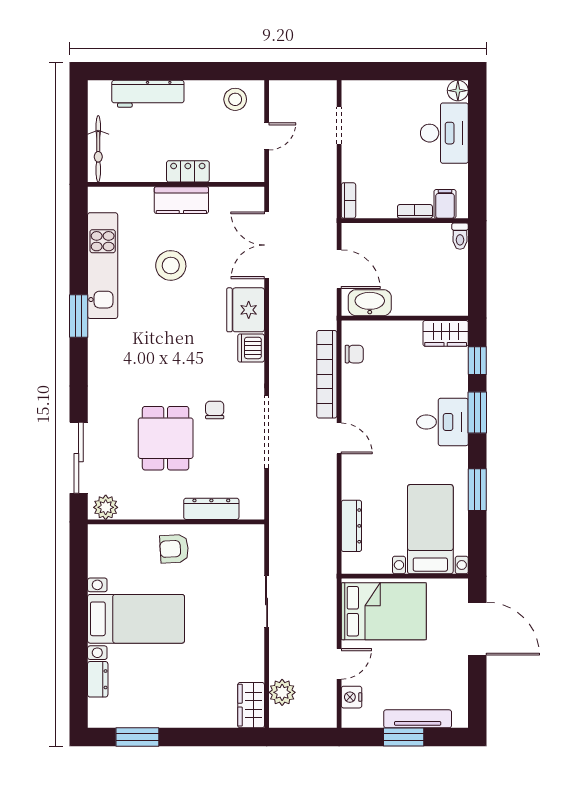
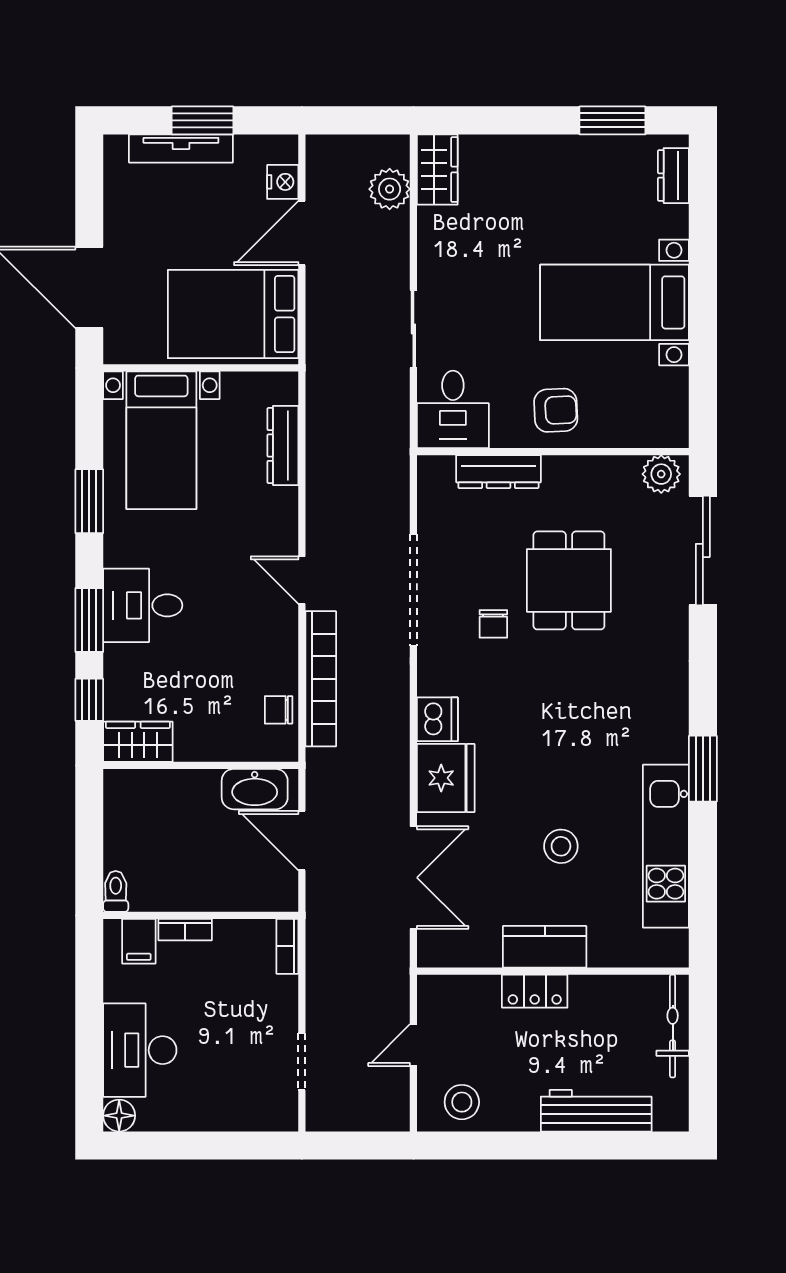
stool: (171, 265) -> (561, 846), width x0.73, depth x0.73
desk: (241, 549) -> (453, 409), added
door: (339, 664) -> (302, 233), width x1.38
dresser: (98, 679) -> (673, 176), moved

